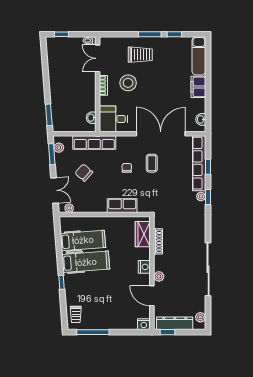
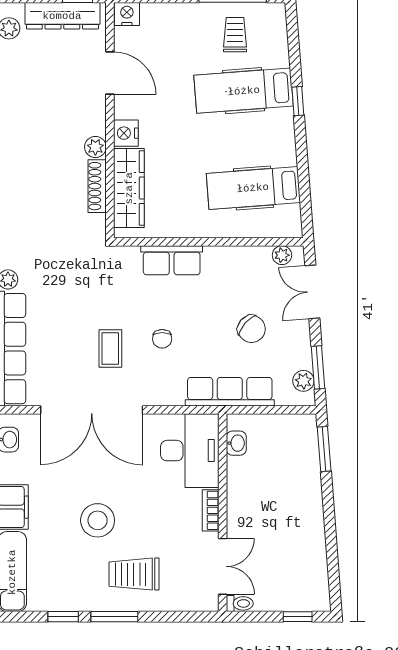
stool: (128, 83) -> (98, 520), moved
desk: (113, 119) -> (190, 451), width x1.37
wardrobe: (143, 234) -> (129, 188), width x1.50
hospital bed: (86, 262) -> (244, 91), moved
plant: (159, 276) -> (95, 147), moved
trolley: (76, 314) -> (235, 35), moved

